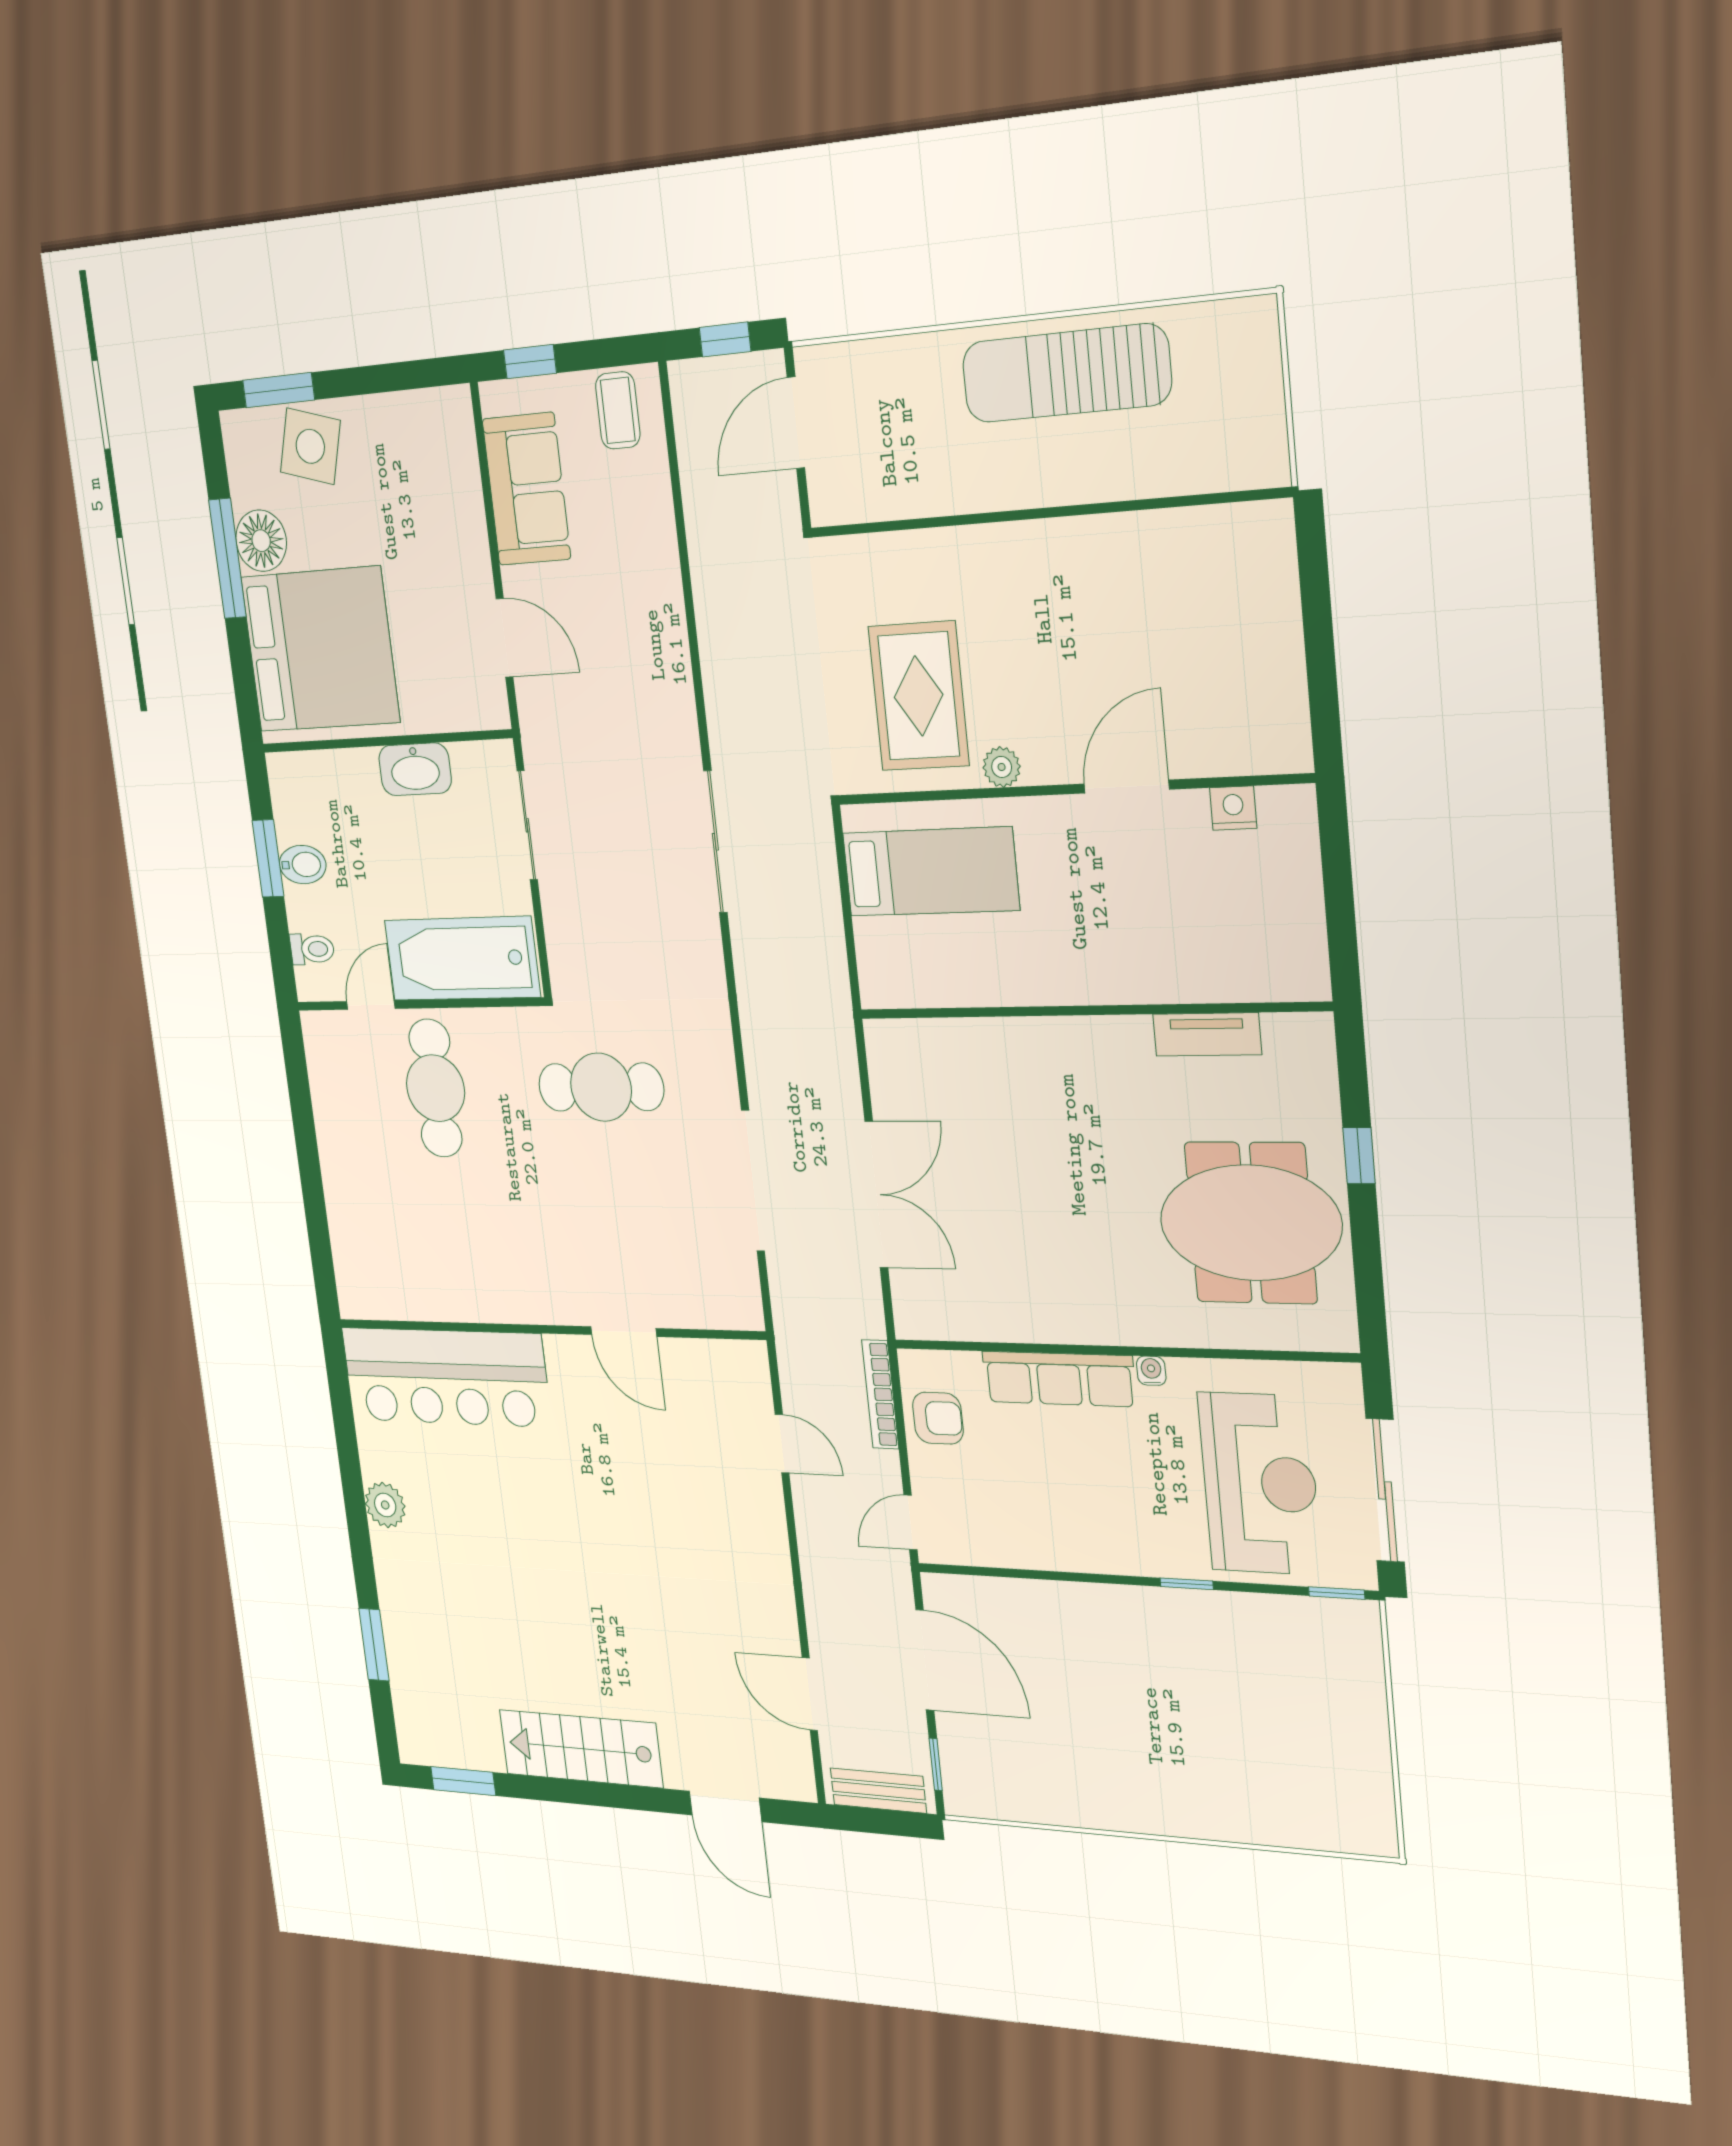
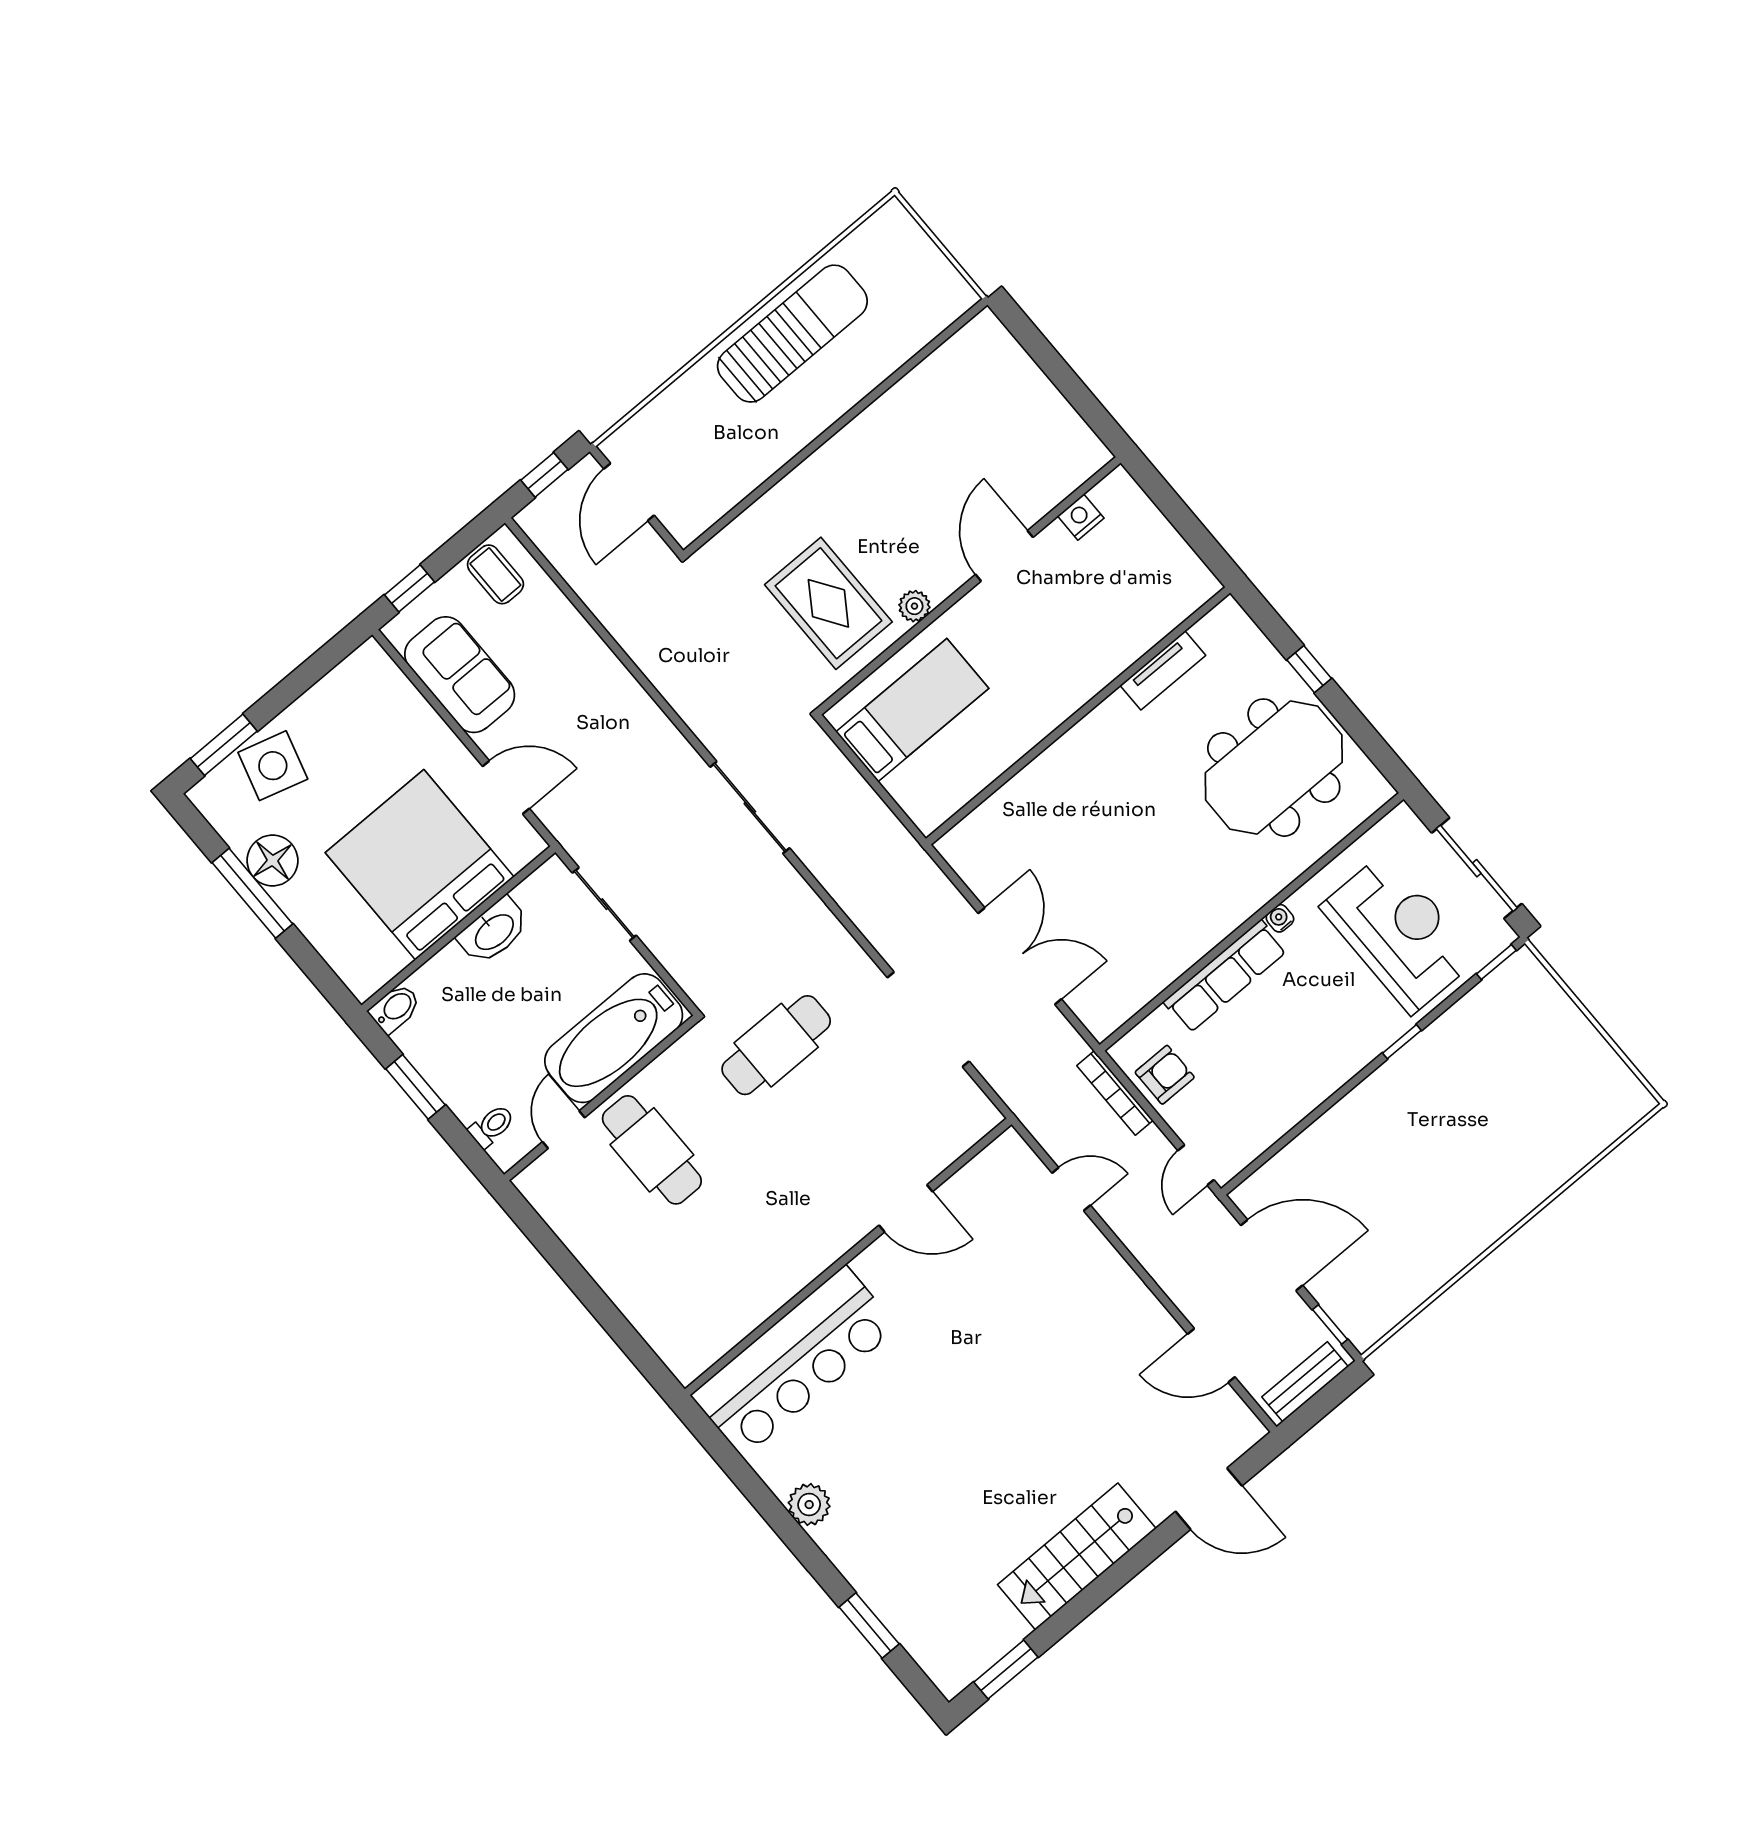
sun lounger: (1066, 373) -> (792, 334), turned 180
bed: (320, 649) -> (420, 865), moved, turned -90
bidet: (303, 865) -> (395, 1008), moved

